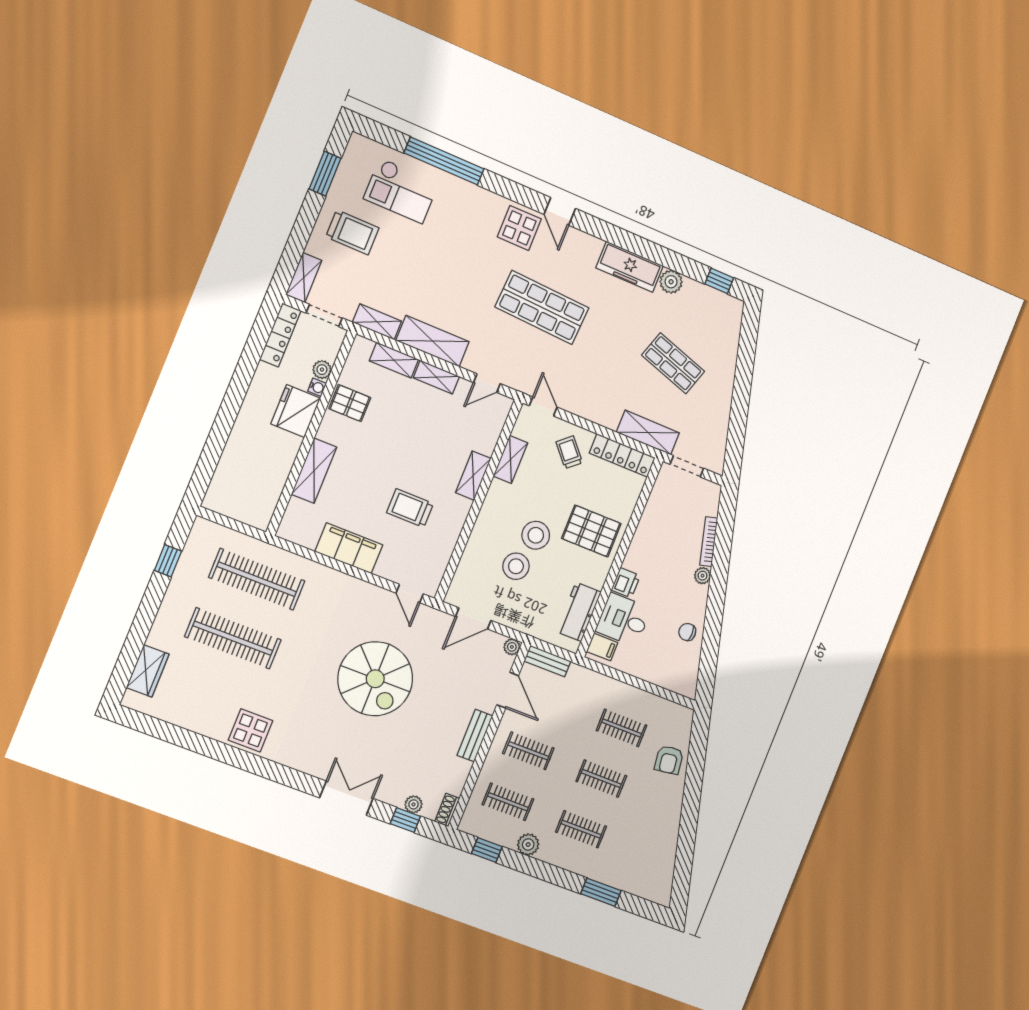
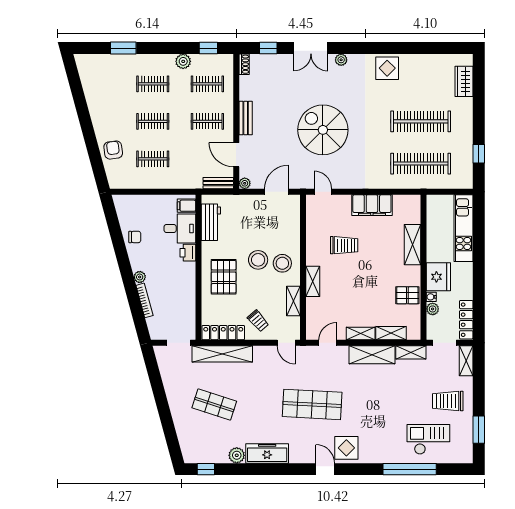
shelving: (648, 433) -> (222, 354), width x1.47
kitchen unit: (232, 465) -> (463, 228), added
pallet: (591, 531) -> (224, 277), turned 90
stool: (516, 566) -> (282, 263), moved
plant: (413, 804) -> (341, 60), moved

